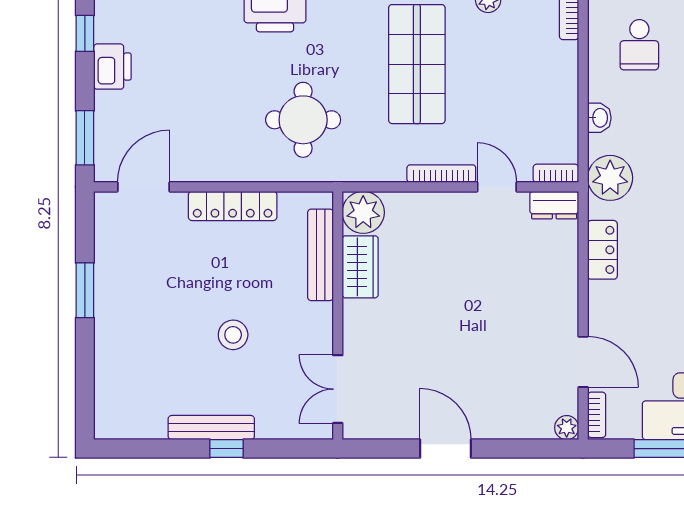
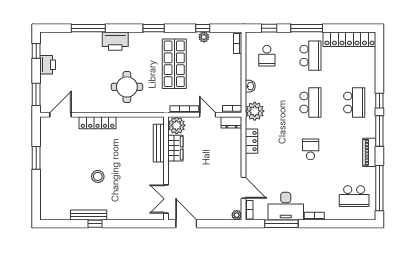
plant: (363, 212) -> (177, 125), moved
bench: (320, 255) -> (159, 143), moved
wardrobe: (360, 267) -> (175, 148), moved
wall: (338, 315) -> (166, 168), moved
double door: (338, 389) -> (166, 199), moved

